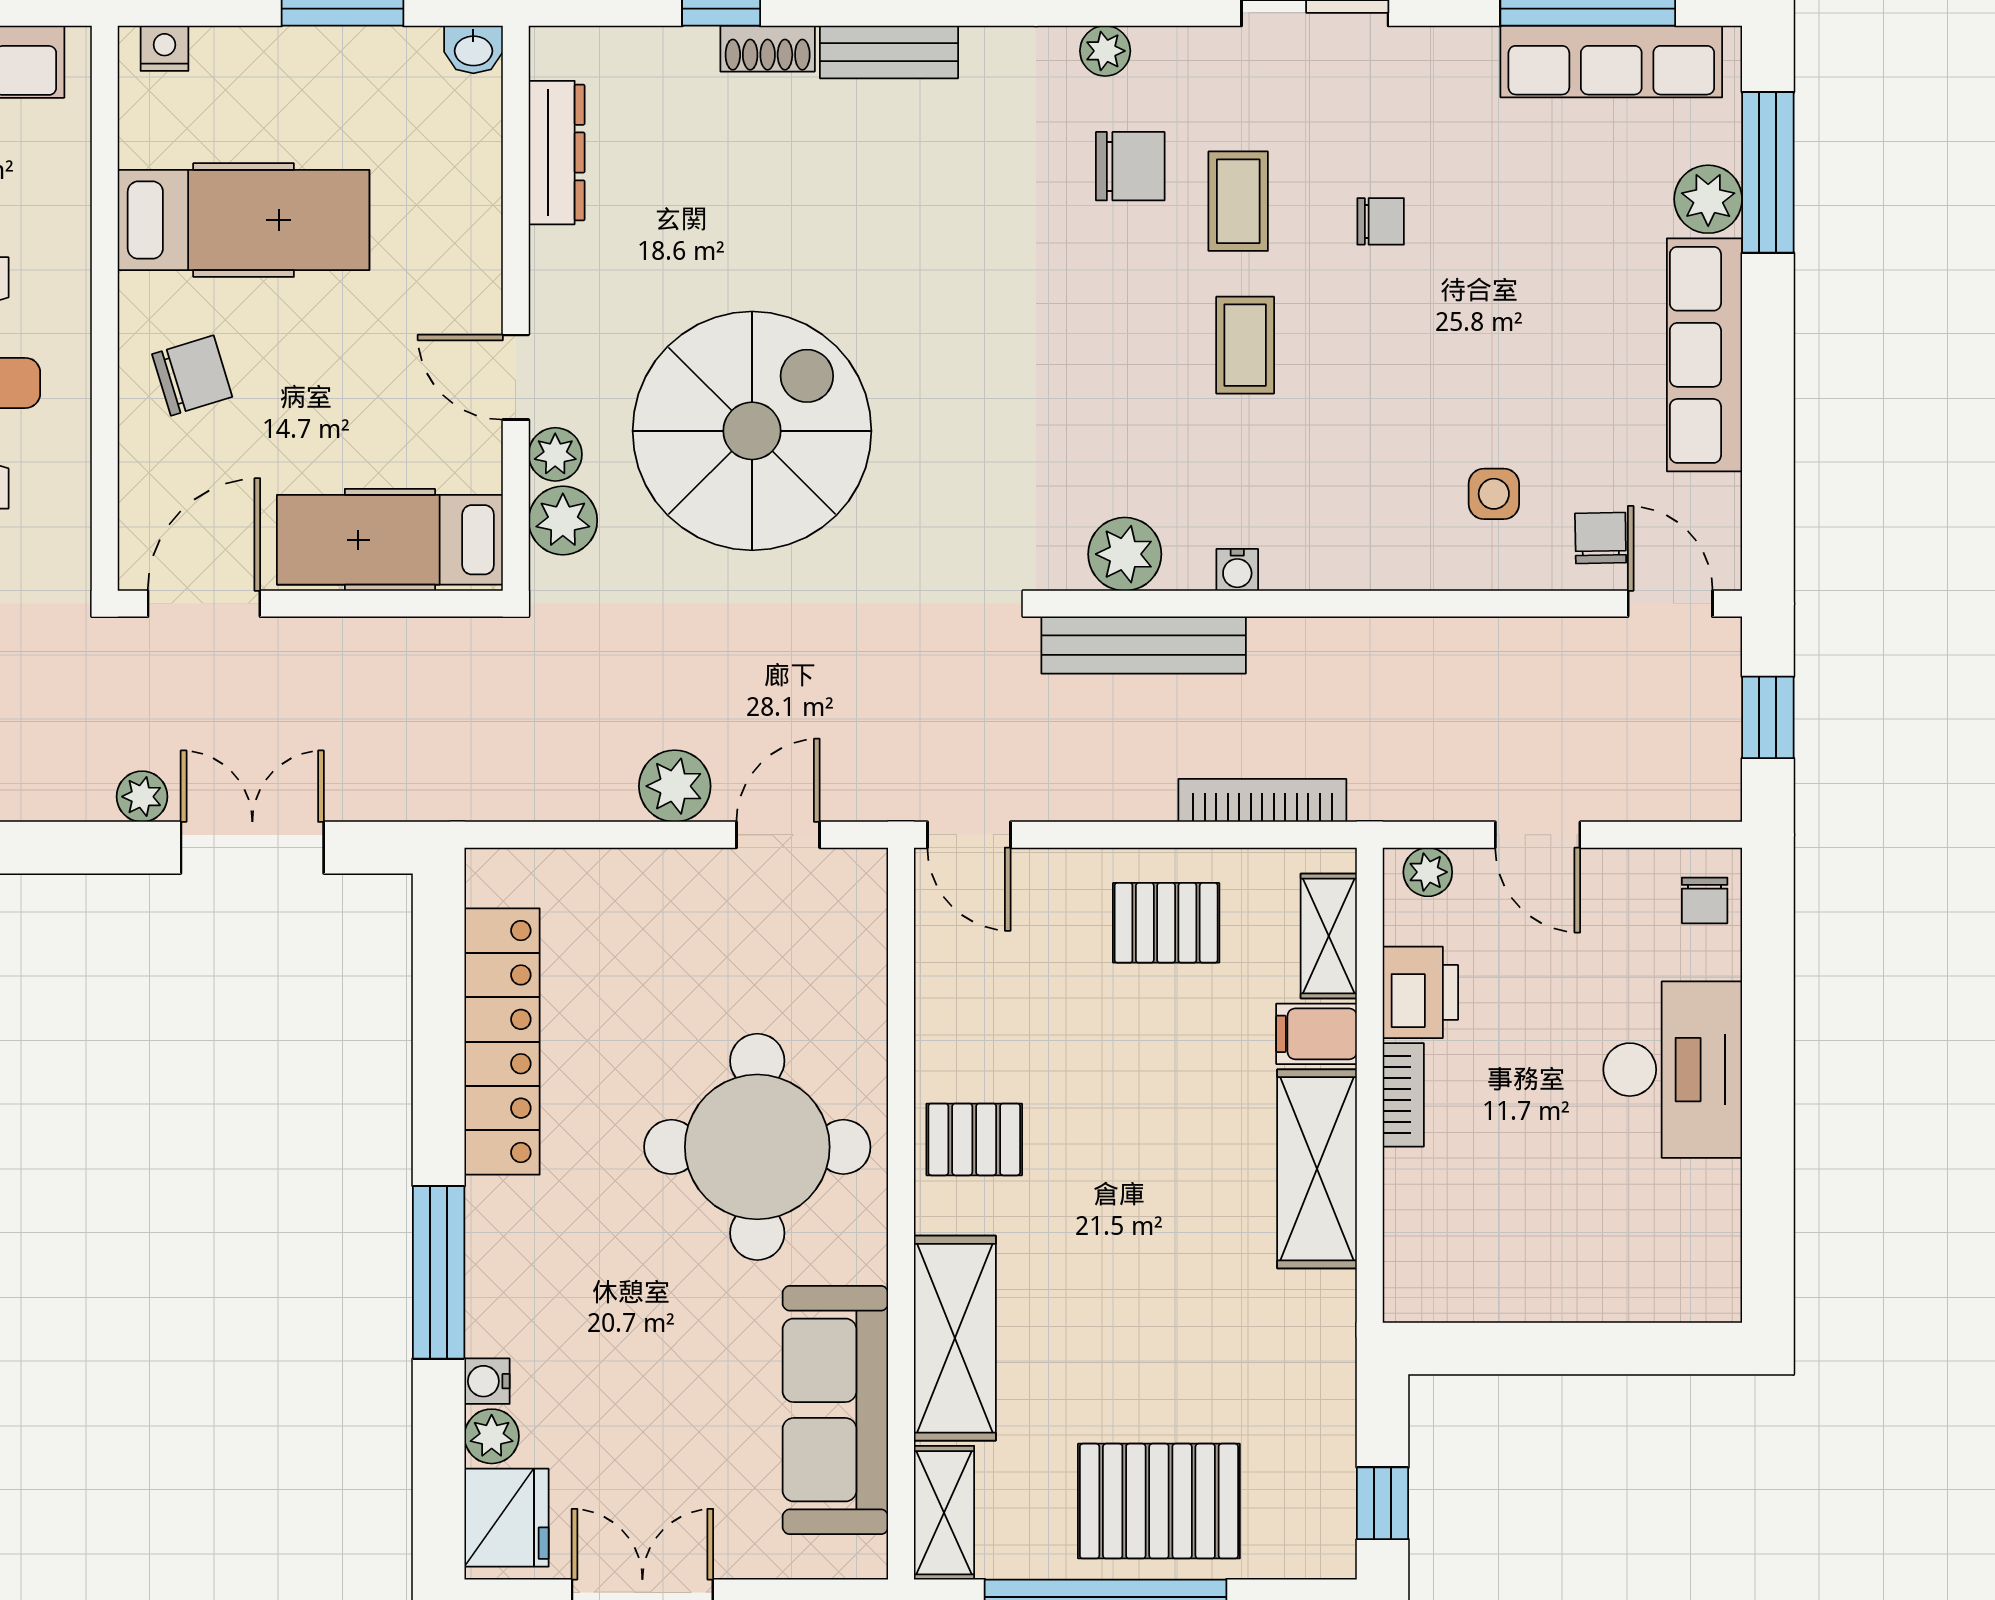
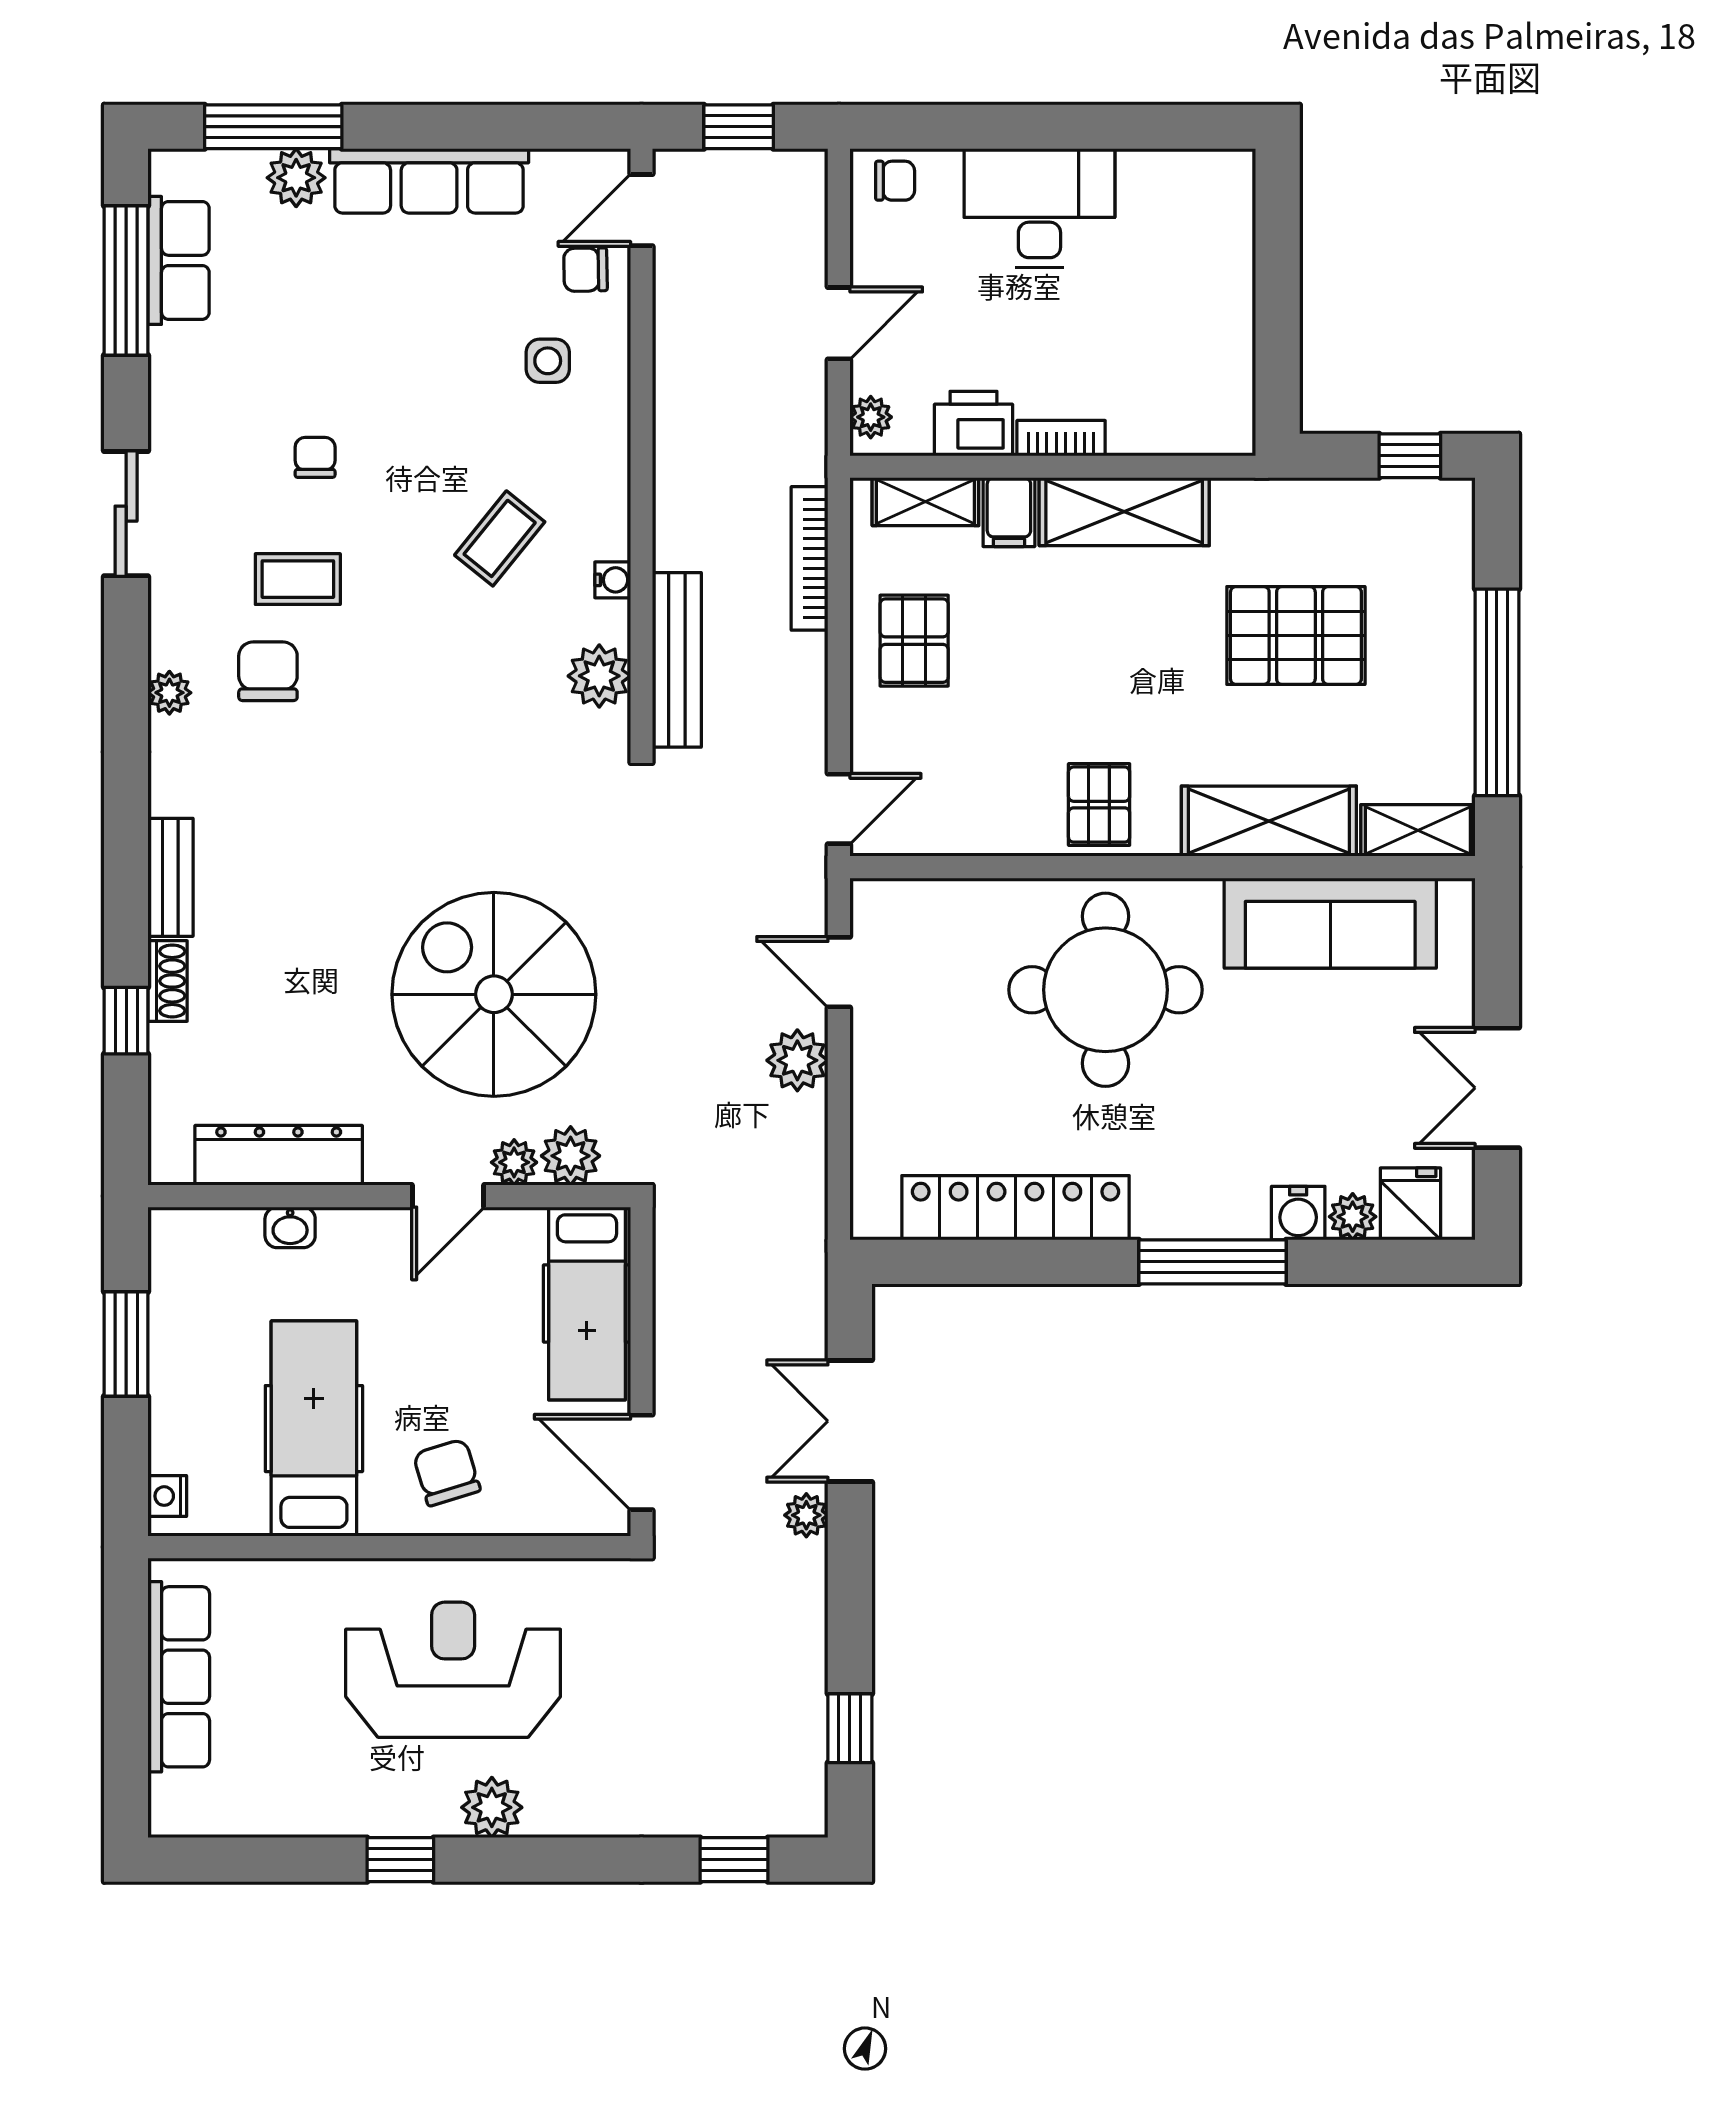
washbasin: (473, 50) -> (290, 1227), moved, turned 90
row of seats: (1611, 62) -> (179, 260), width x0.68
dresser: (557, 153) -> (279, 1155), width x1.37, depth x1.24
coffee table: (1245, 345) -> (500, 538), moved, turned -51
water cooler: (487, 1381) -> (1298, 1213), width x1.38, depth x1.38
pallet: (1159, 1501) -> (1296, 635), moved, turned 90
fridge: (507, 1518) -> (1411, 1204), width x0.72

